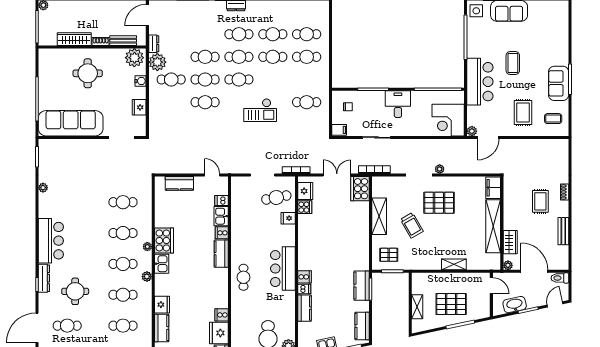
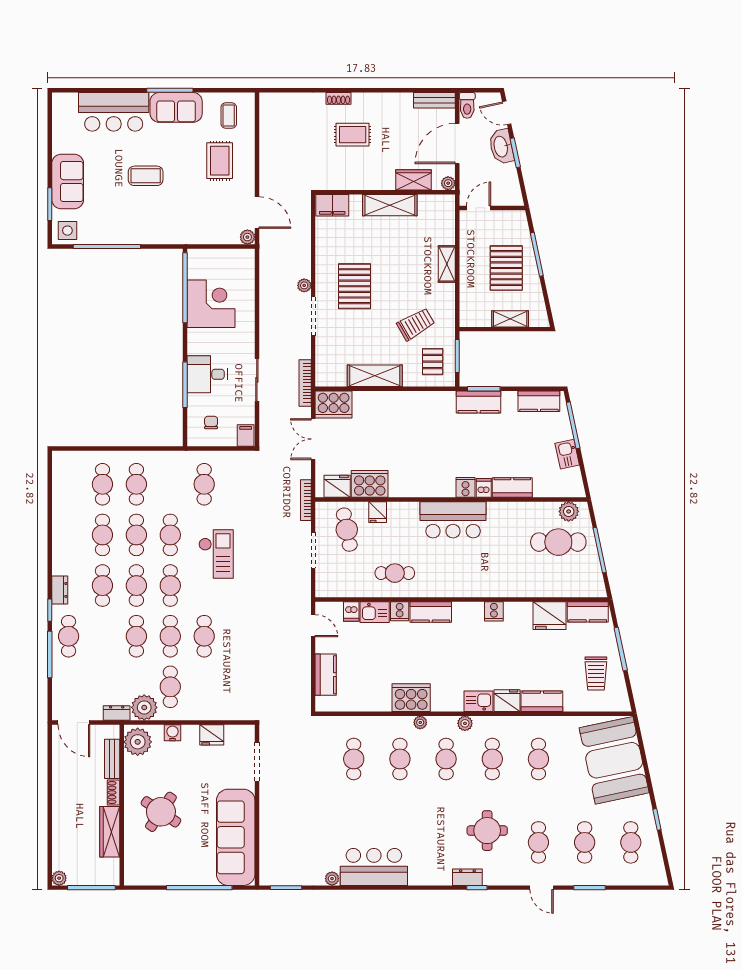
cafe table: (205, 12) -> (69, 636), added
round table: (88, 73) -> (161, 812), turned 34
cafe table: (273, 80) -> (170, 535), added
bar counter: (480, 82) -> (114, 112), moved, turned 180
desk: (398, 104) -> (207, 374), moved
rug: (523, 113) -> (220, 161), turned 90
corner desk: (448, 120) -> (211, 304), moved, turned -90
door: (212, 175) -> (313, 626), swing flipped
cooker: (305, 207) -> (370, 484), width x1.87, depth x1.31
trolley: (412, 225) -> (416, 324), moved
shelving: (493, 226) -> (390, 205), width x0.68
bench: (563, 231) -> (434, 100), moved
bar counter: (51, 241) -> (374, 867), moved
kitchen sink: (162, 264) -> (478, 701), moved
cafe table: (243, 277) -> (395, 573), moved
dresser: (44, 278) -> (467, 877), width x0.70
washbasin: (515, 305) -> (501, 147), moved
cooker: (222, 315) -> (494, 611), moved
door: (37, 328) -> (542, 888), width x0.53

